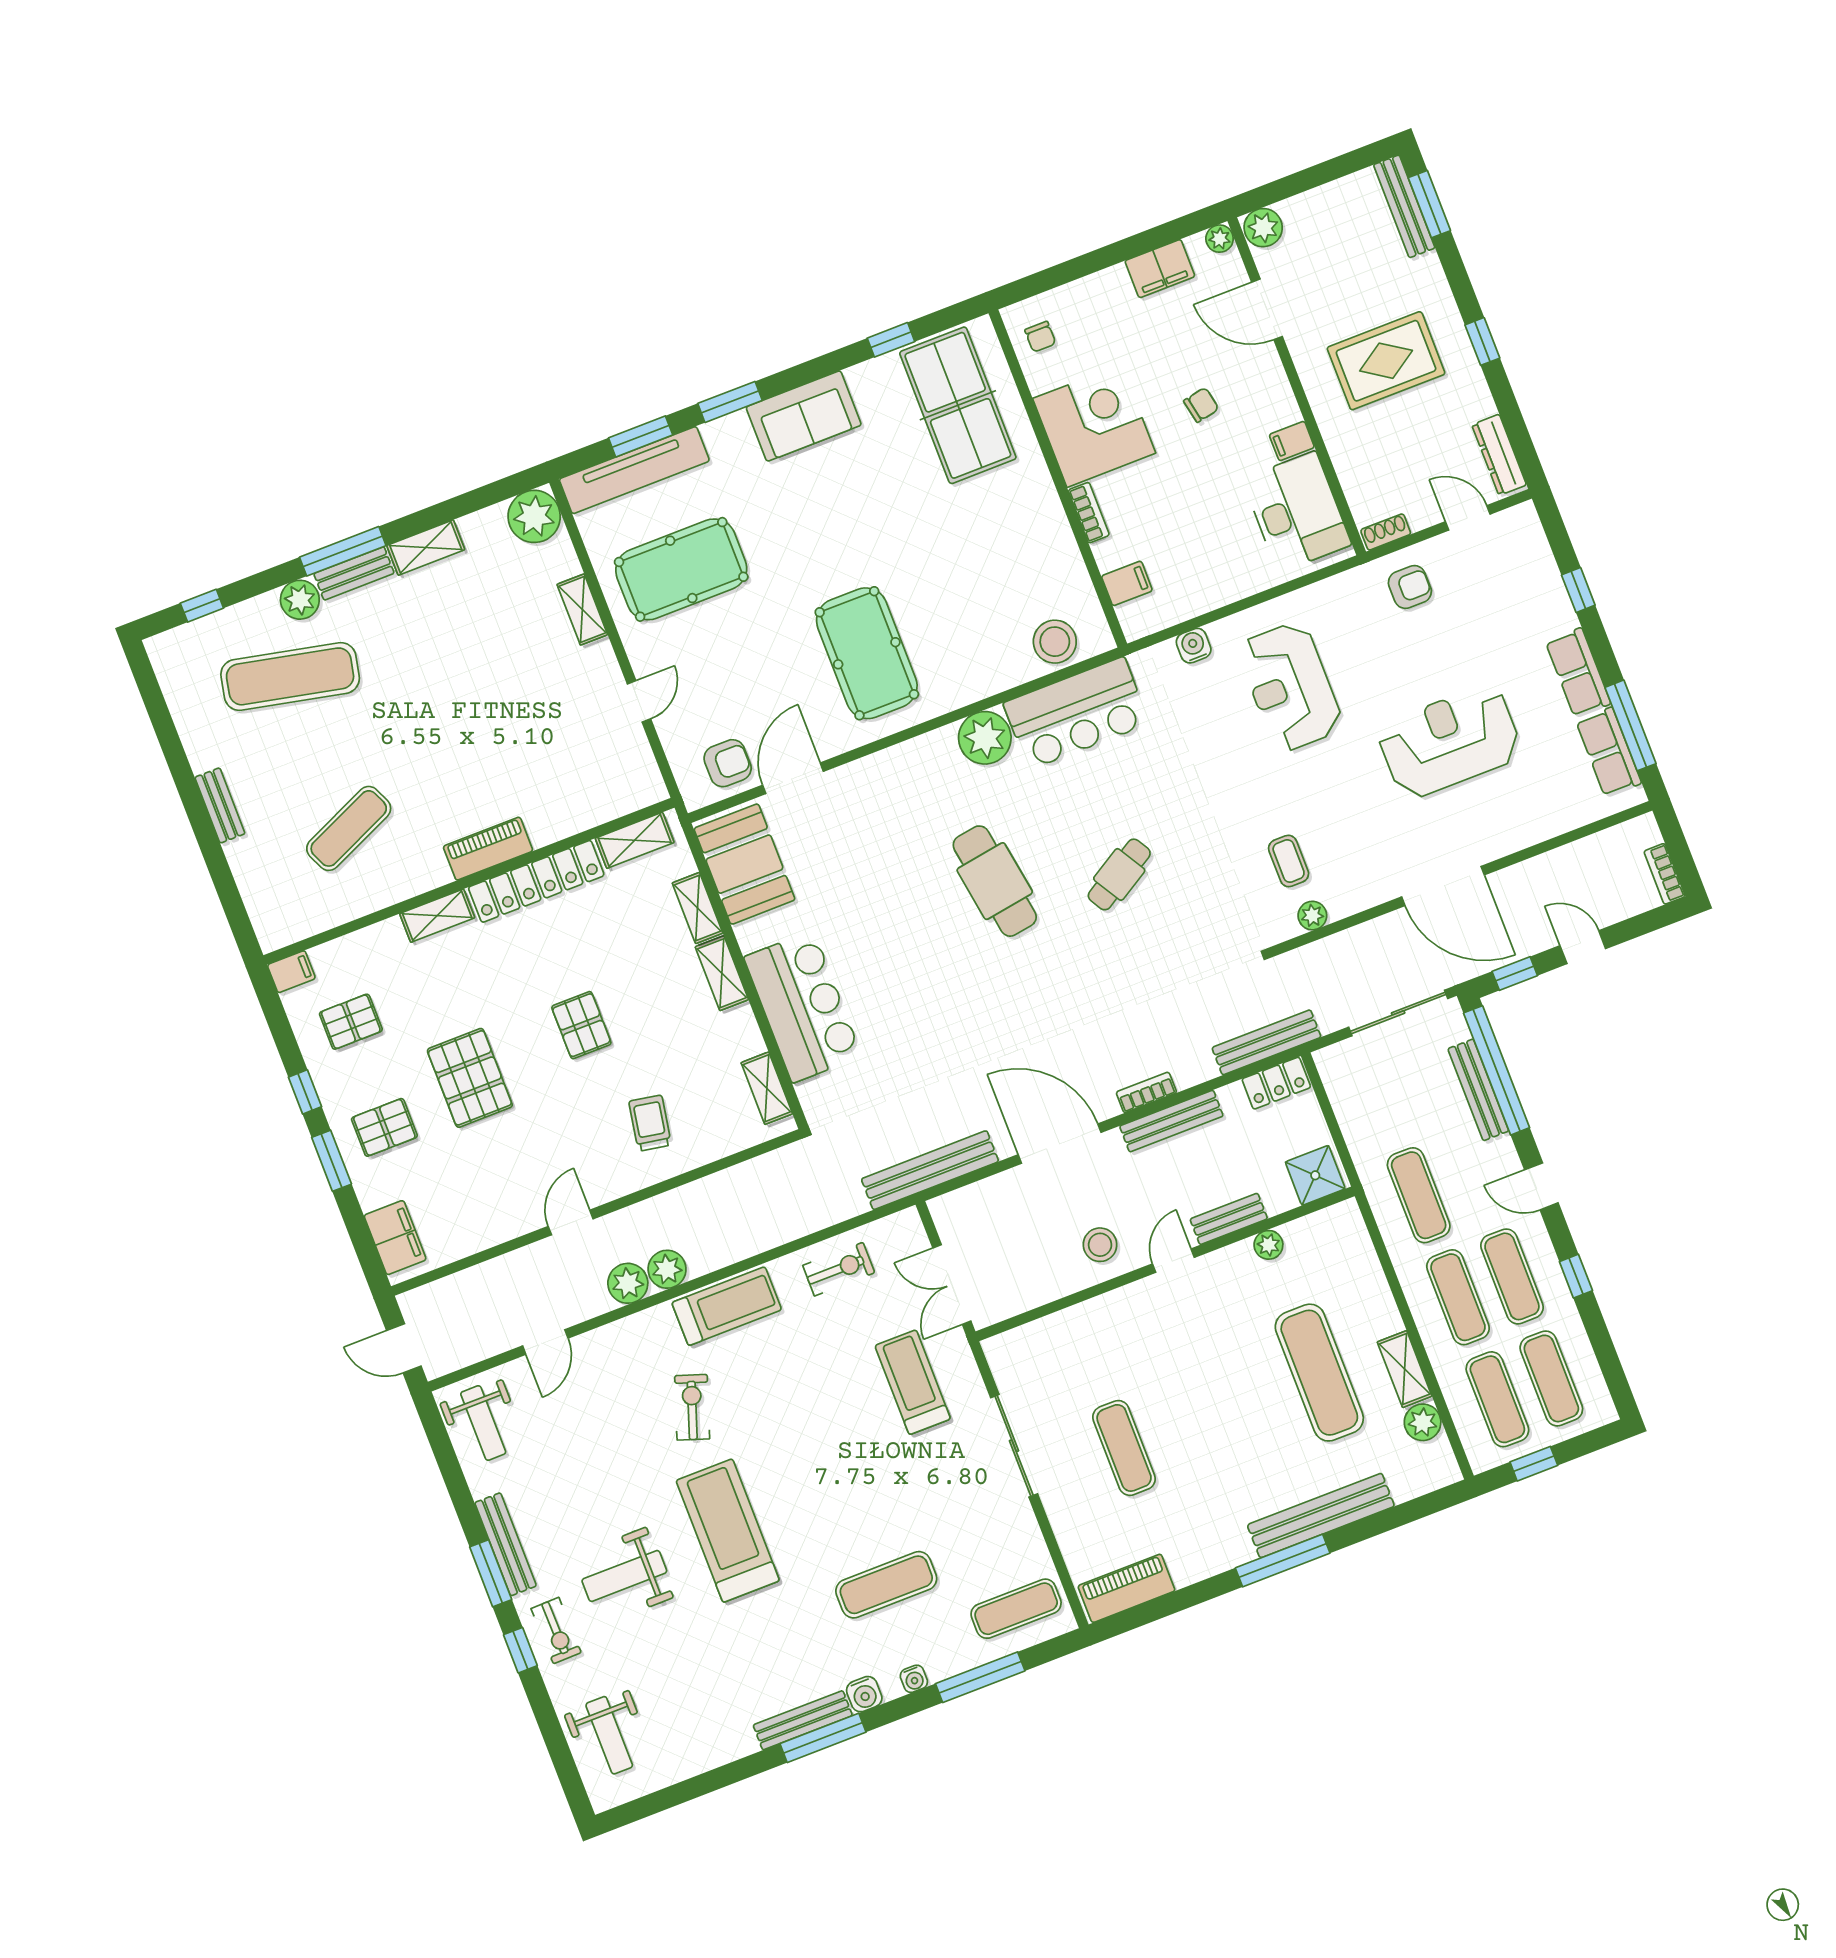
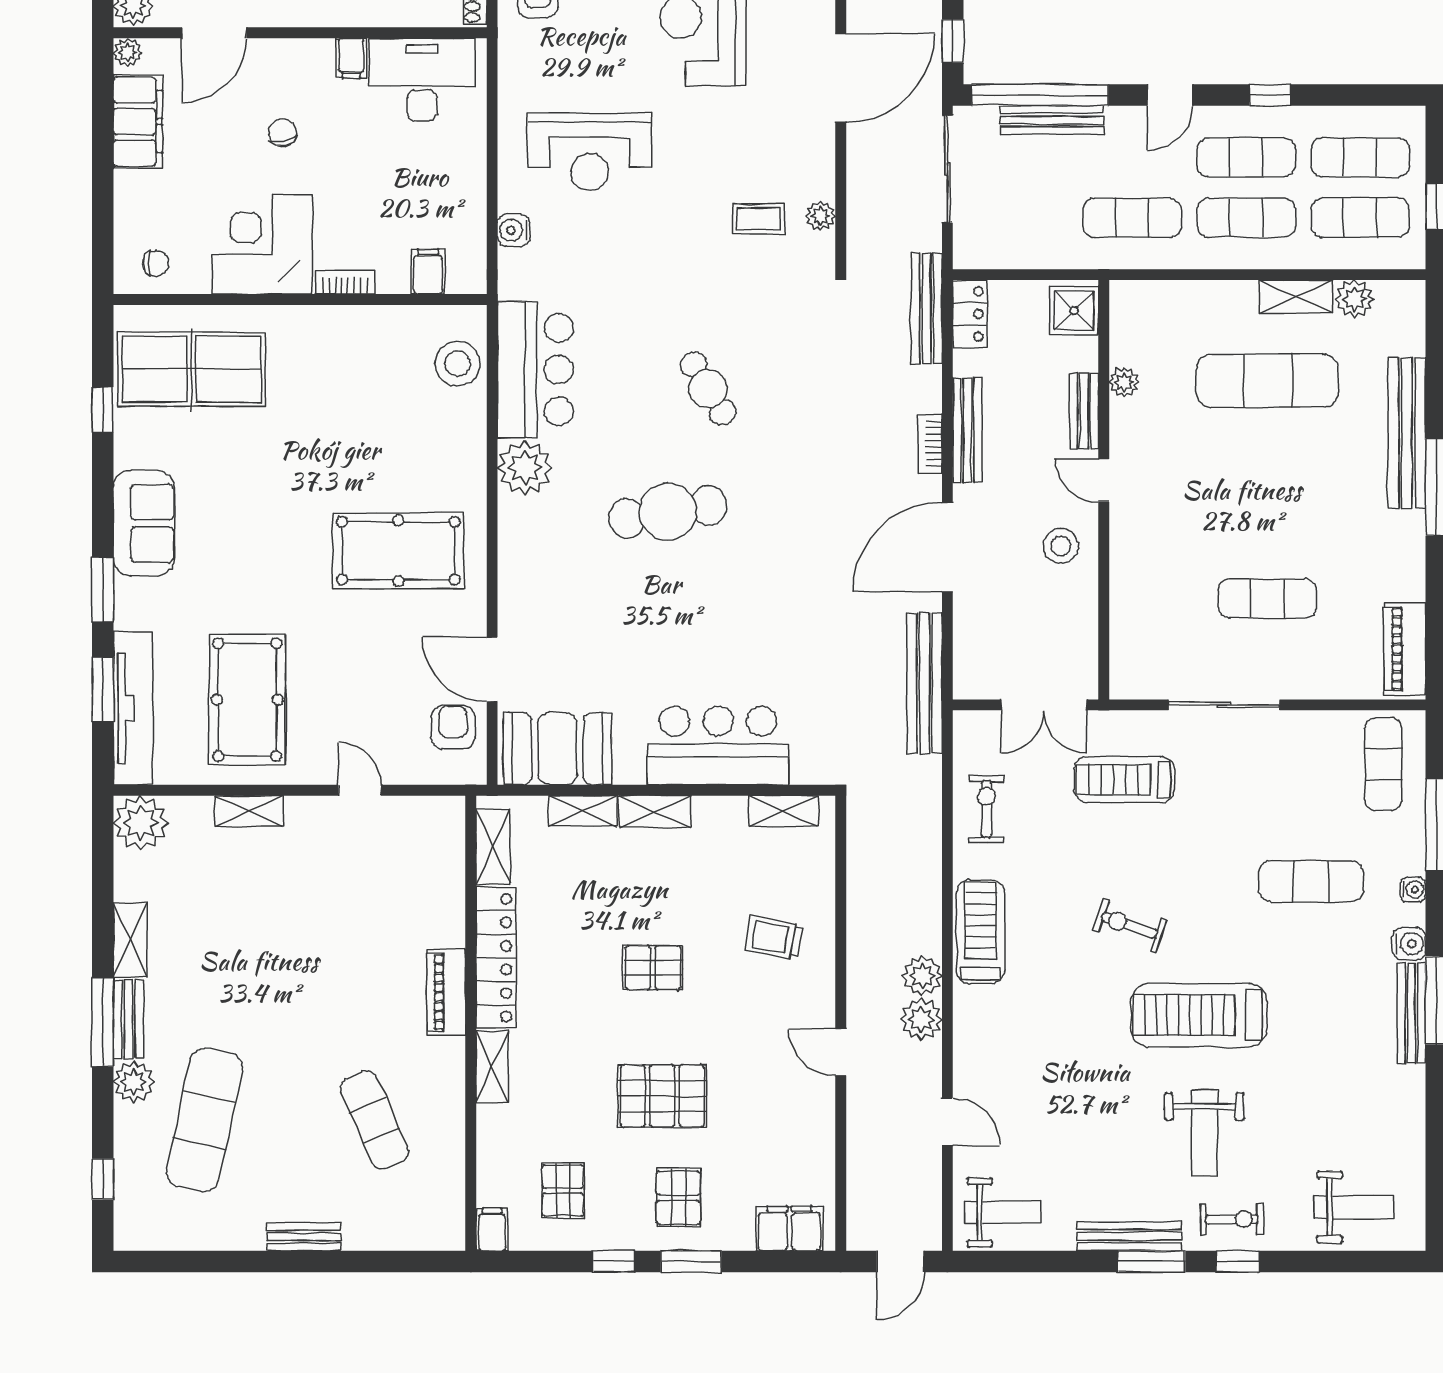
filing cabinet: (1160, 269) -> (138, 122), width x1.50, depth x1.17
exercise bike: (692, 1407) -> (1130, 925), moved
exercise mat: (886, 1585) -> (1311, 881), turned 90

